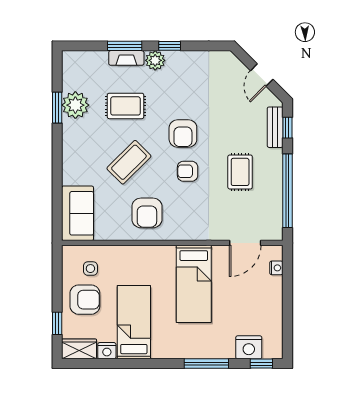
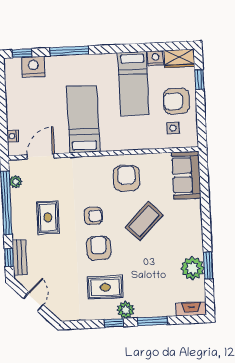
fireplace: (126, 58) -> (191, 309), moved
rug: (126, 106) -> (105, 287), moved
plant: (276, 215) -> (16, 182), added

